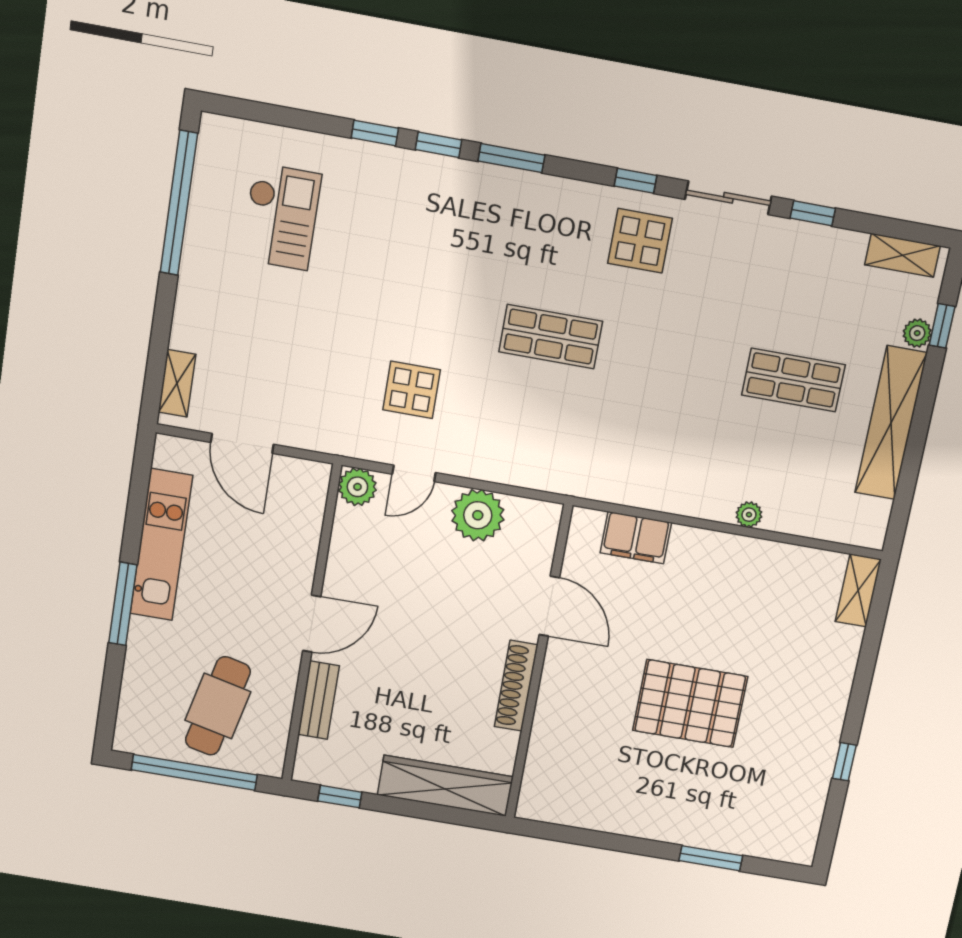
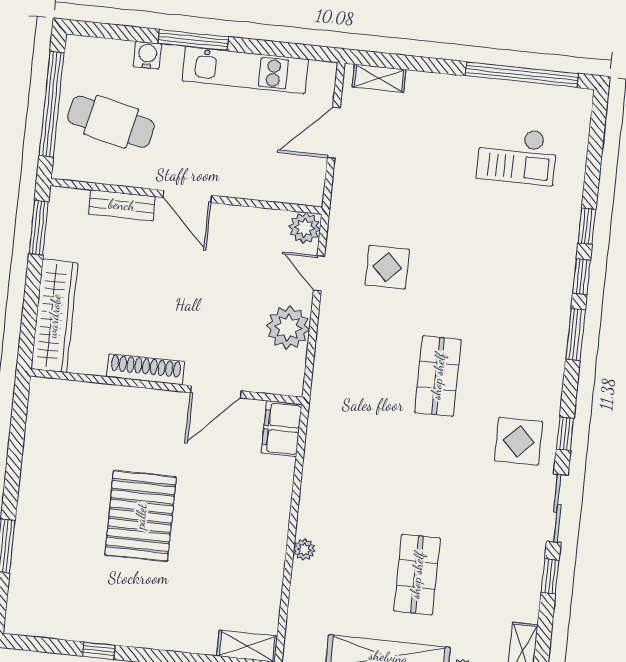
filing cabinet: (636, 538) -> (282, 429), moved
water cooler: (139, 659) -> (147, 55), added
window: (340, 797) -> (39, 228), width x1.50

